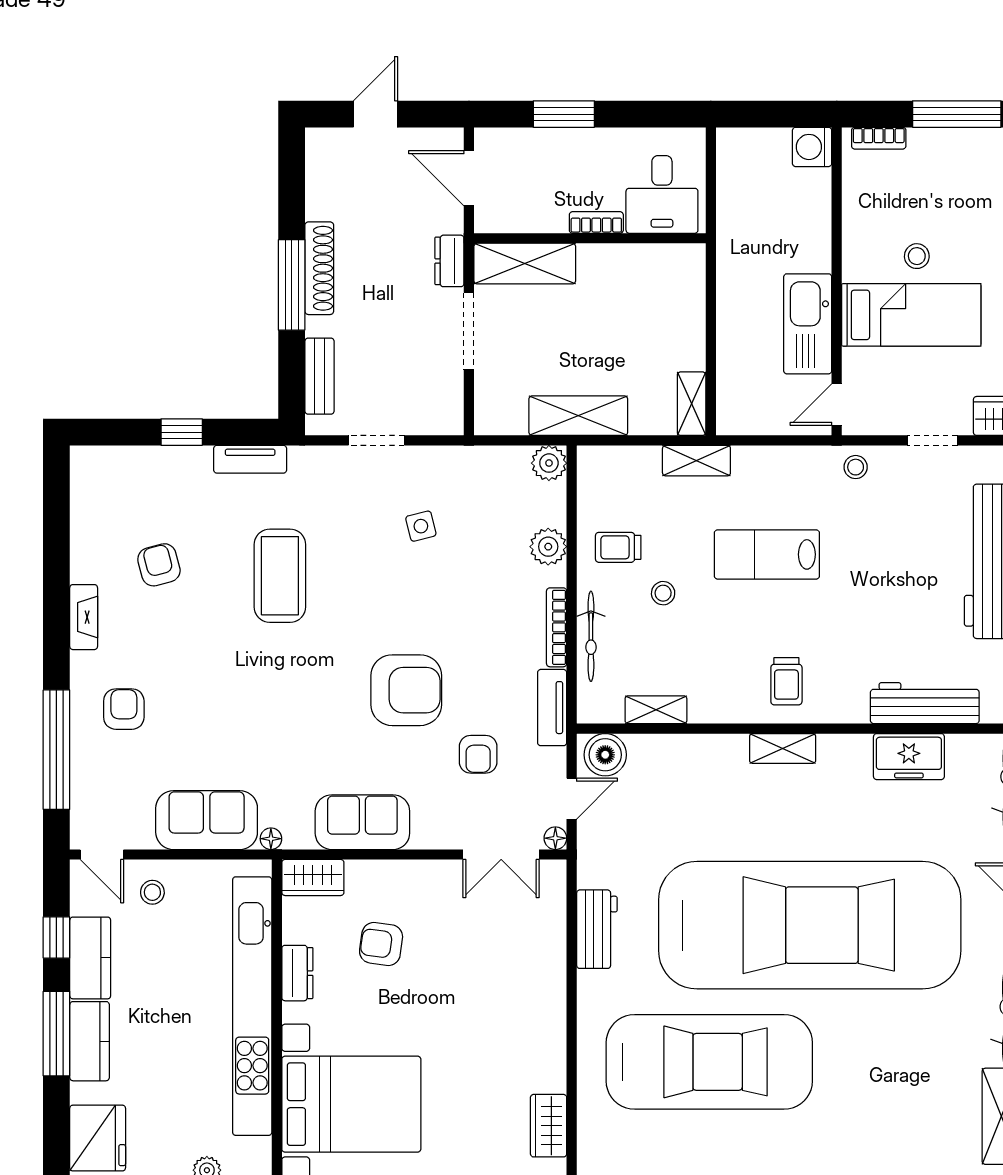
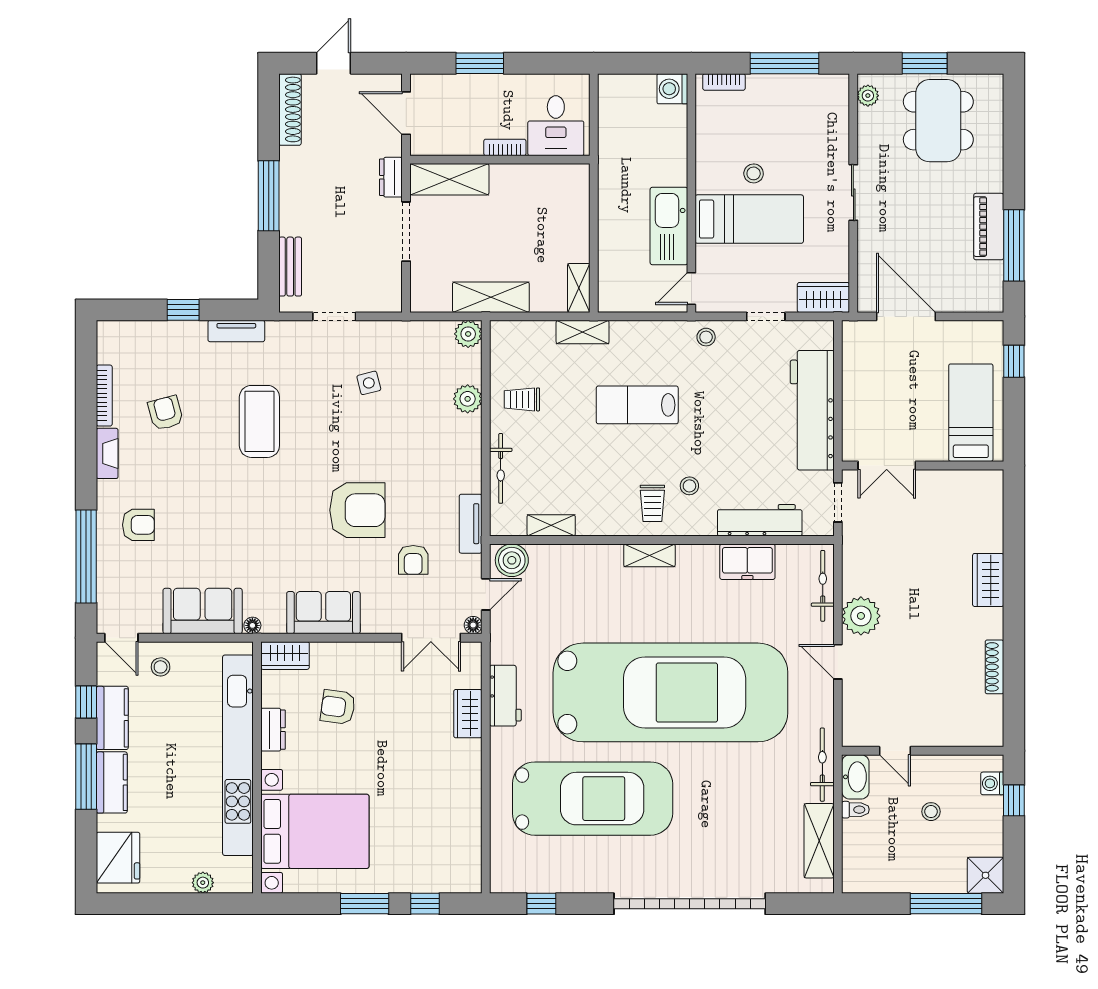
shoe rack: (319, 268) -> (290, 109), moved
stool: (663, 593) -> (689, 486), moved
bookcase: (557, 627) -> (104, 396), moved, turned 180
armchair: (124, 709) -> (138, 525), turned 90
wardrobe: (549, 1126) -> (468, 714), moved

